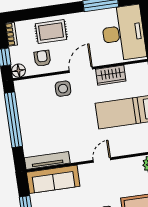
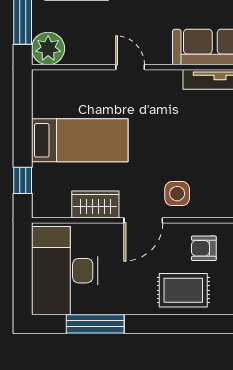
armchair: (42, 58) -> (204, 248), turned 90
door: (102, 160) -> (130, 67), swing flipped

